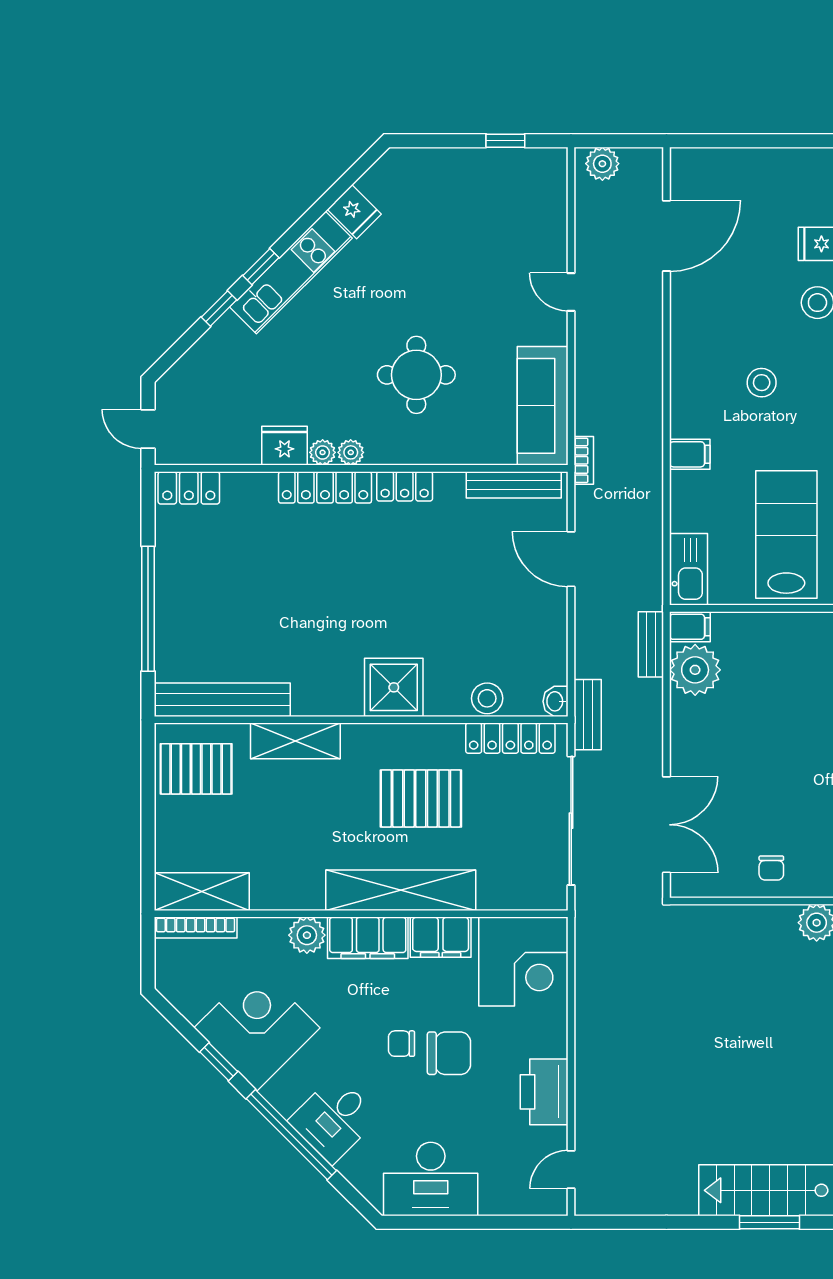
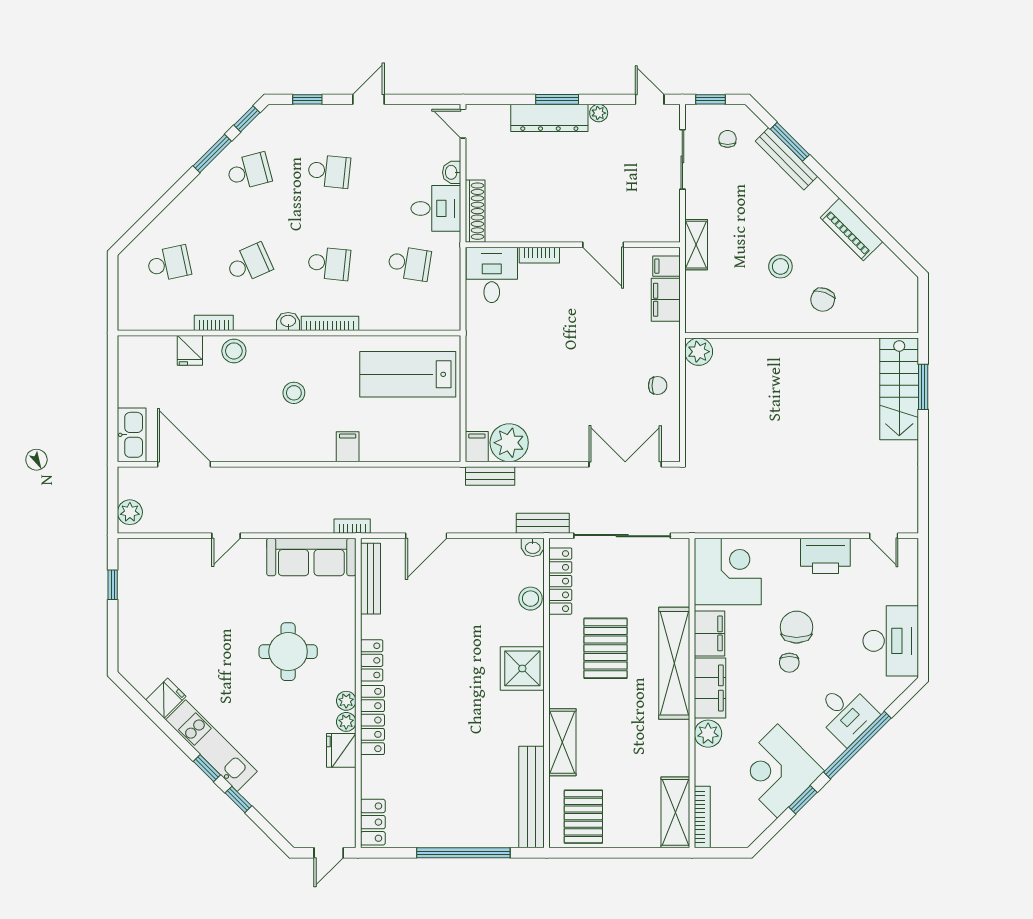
kitchen sink: (689, 569) -> (132, 435), moved, turned 90

